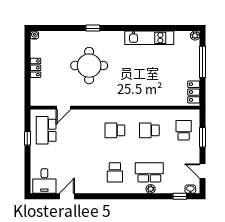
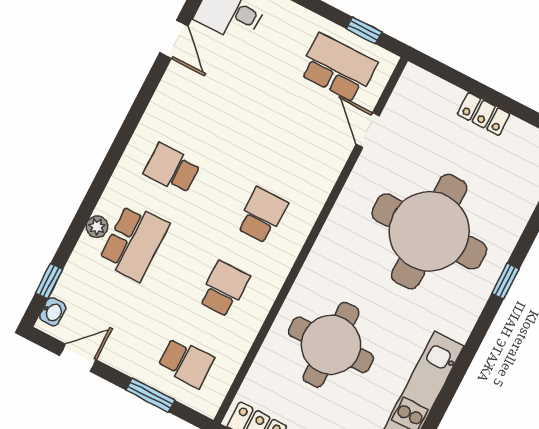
round table: (89, 66) -> (429, 231), width x1.36, depth x1.36
round table: (150, 80) -> (331, 345), added
window: (27, 138) -> (364, 30), moved

